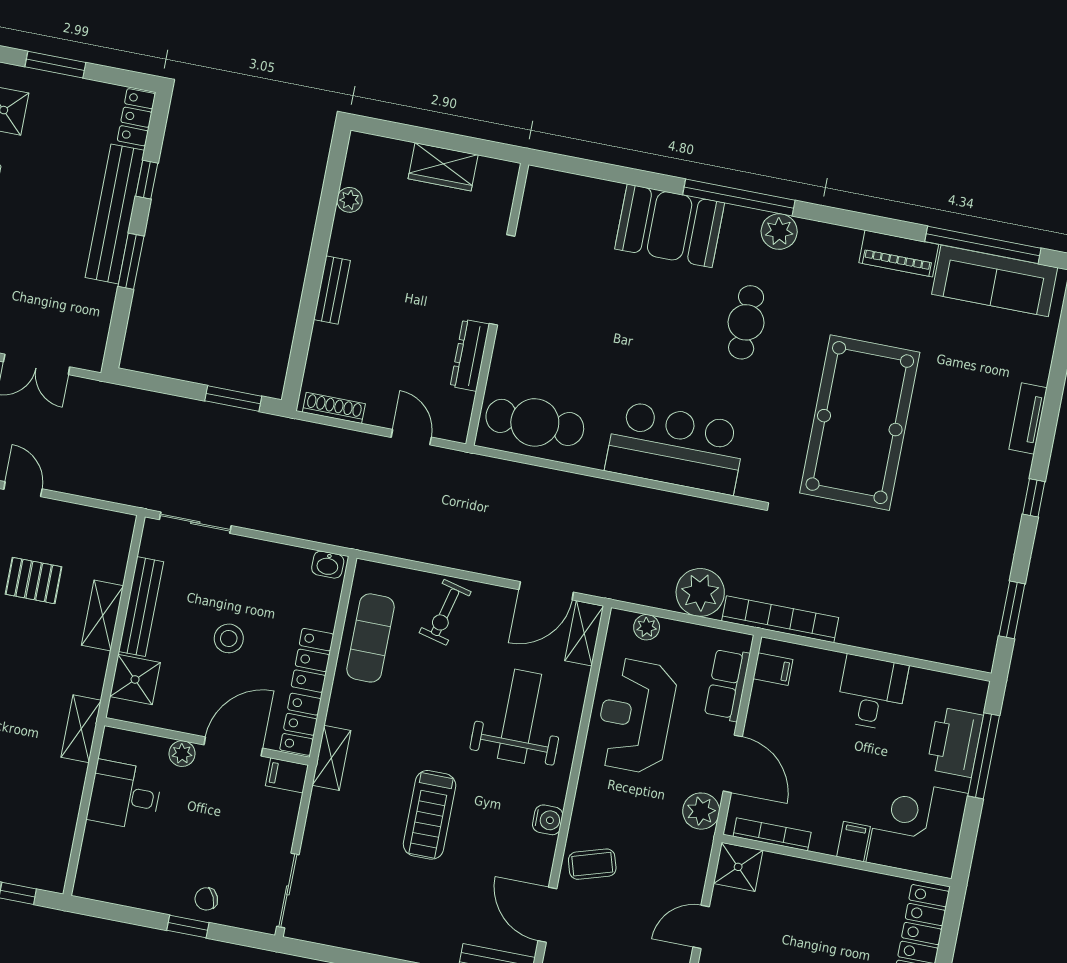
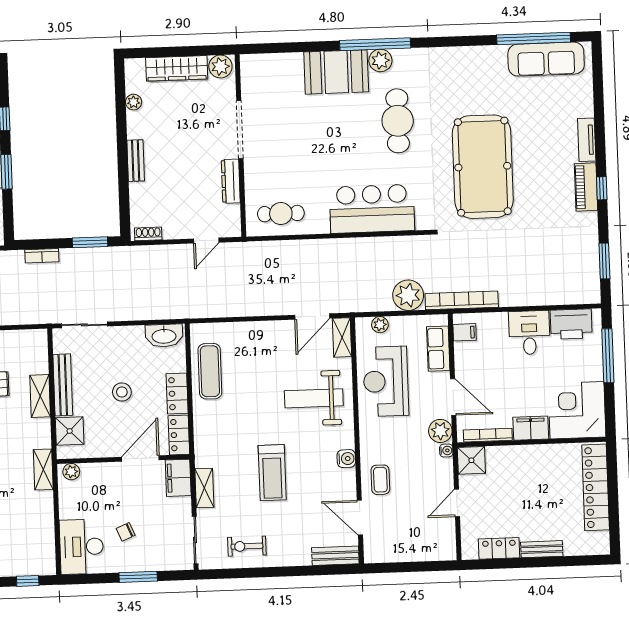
wardrobe: (443, 167) -> (177, 68), width x1.50
plant: (495, 176) -> (220, 66), added
plant: (779, 232) -> (380, 60), moved
piano: (899, 254) -> (586, 187), moved, turned 90
cafe table: (746, 322) -> (398, 121), width x1.37, depth x1.35
bookcase: (155, 402) -> (42, 256), added
shoe rack: (334, 408) -> (148, 234), width x0.70
cafe table: (535, 422) -> (281, 214), width x0.73, depth x0.74
door: (411, 437) -> (206, 241), swing flipped
washbasin: (328, 565) -> (164, 336), width x1.91, depth x1.45
exercise bike: (445, 612) -> (247, 546), moved, turned 76
weight bench: (520, 716) -> (314, 398), turned -90
printer: (955, 742) -> (571, 324), moved, turned -90
plant: (182, 754) -> (71, 472), moved
shelving: (332, 758) -> (204, 488), moved
filing cabinet: (287, 775) -> (178, 478), width x2.00
desk: (125, 795) -> (81, 547), moved, width x1.37
filing cabinet: (854, 842) -> (531, 428), width x2.00
water cooler: (703, 843) -> (446, 450), added
coffee table: (592, 864) -> (380, 480), turned -73
chair: (206, 899) -> (126, 532), moved
window: (188, 926) -> (138, 577), width x1.50

